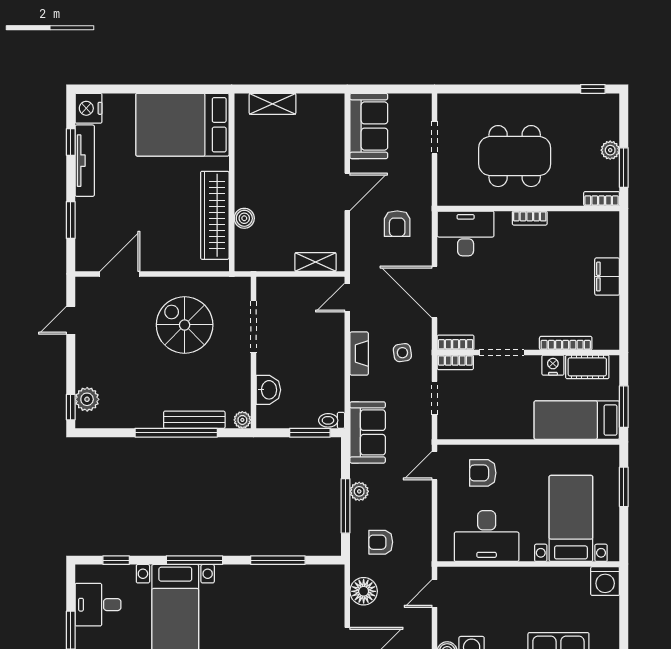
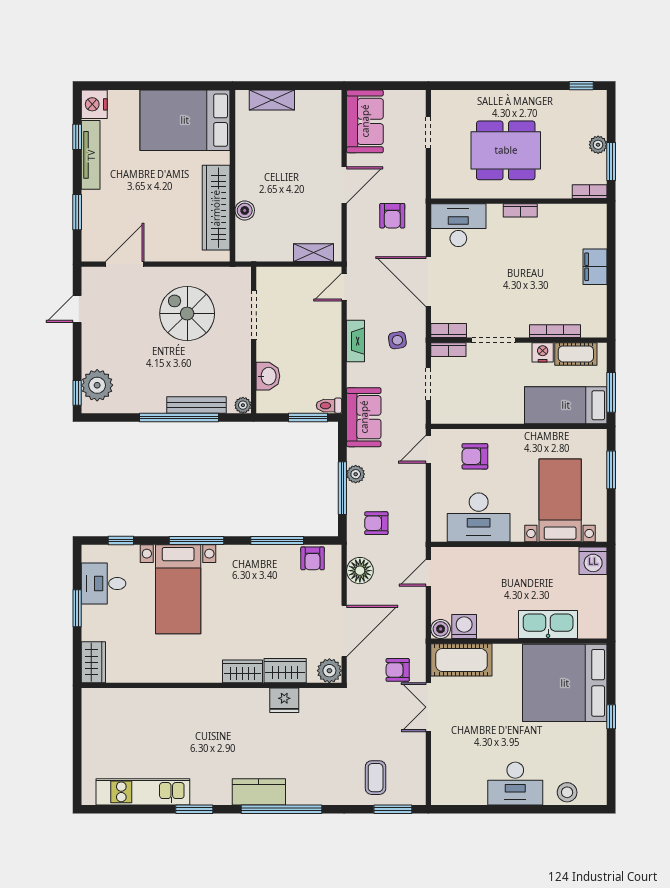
plant: (87, 399) -> (97, 385), width x1.36, depth x1.36
armchair: (315, 579) -> (313, 558), added

